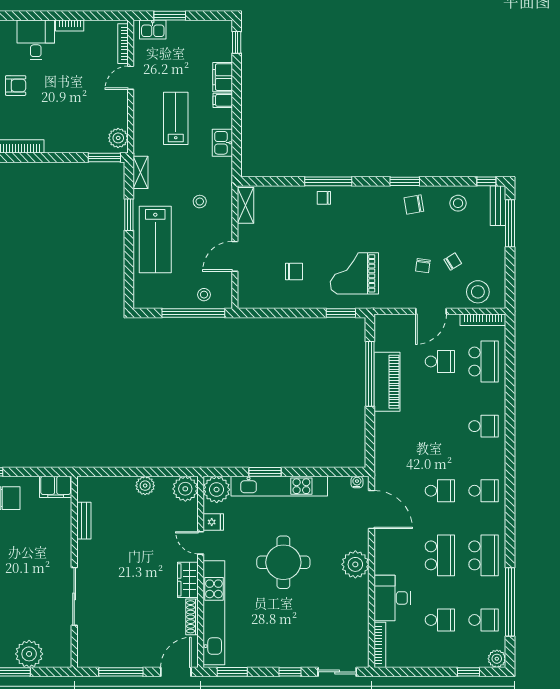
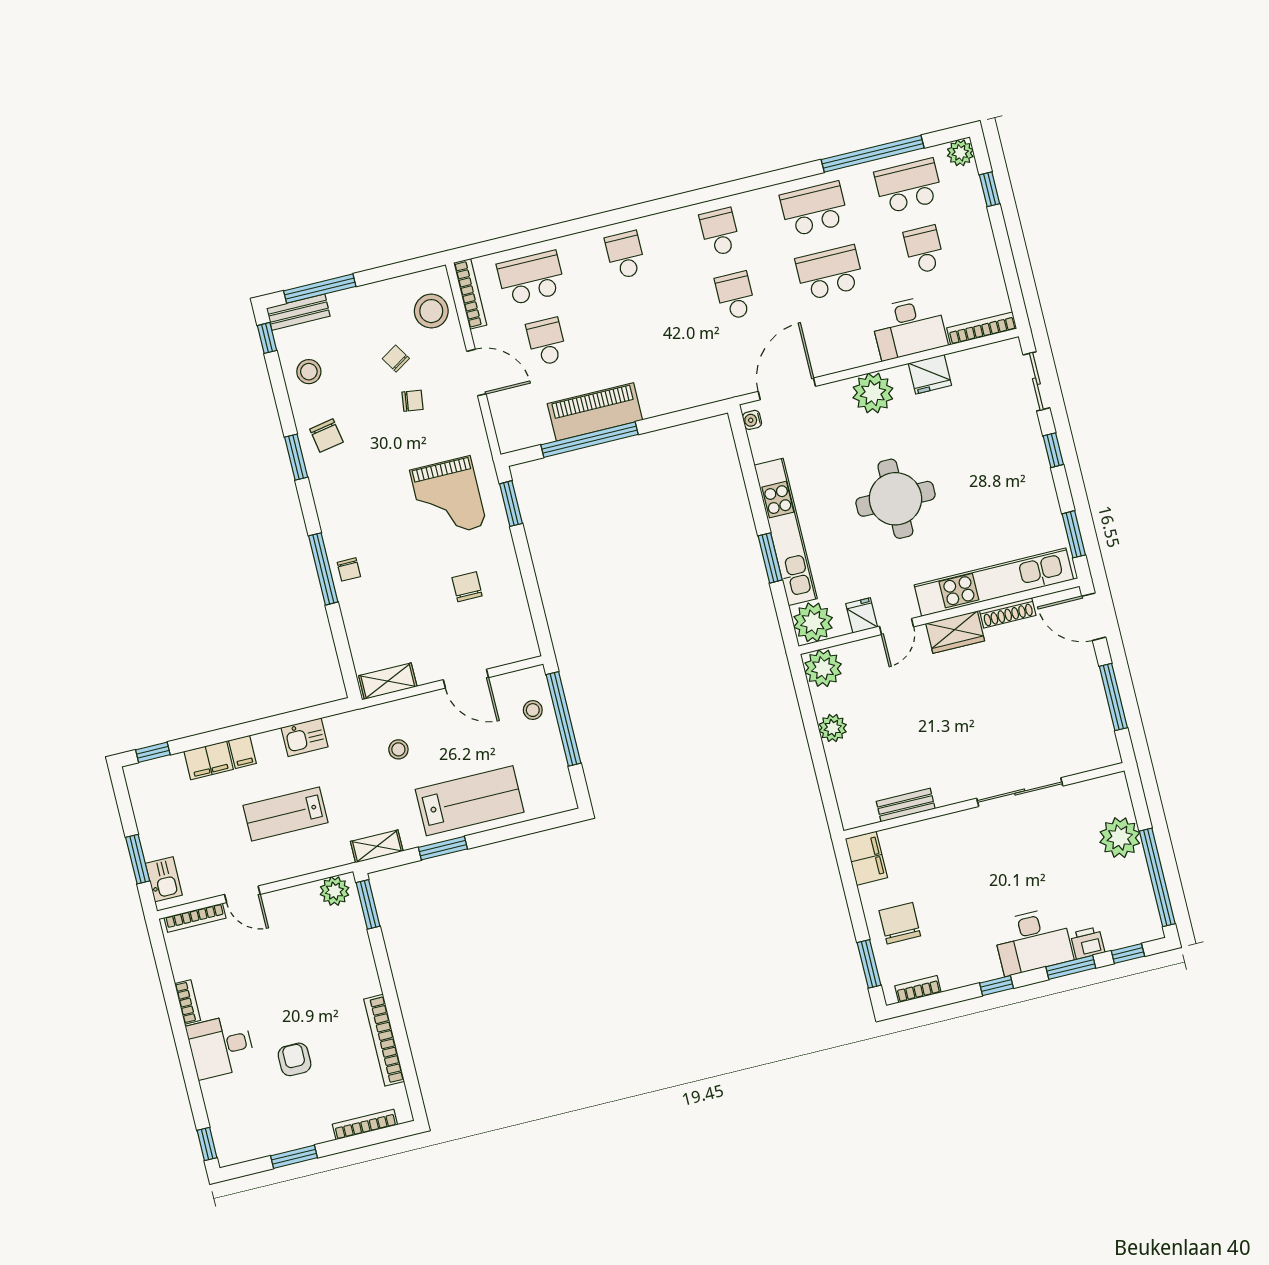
fridge: (358, 604) -> (930, 374), added
school desk: (484, 620) -> (908, 186), width x1.85

